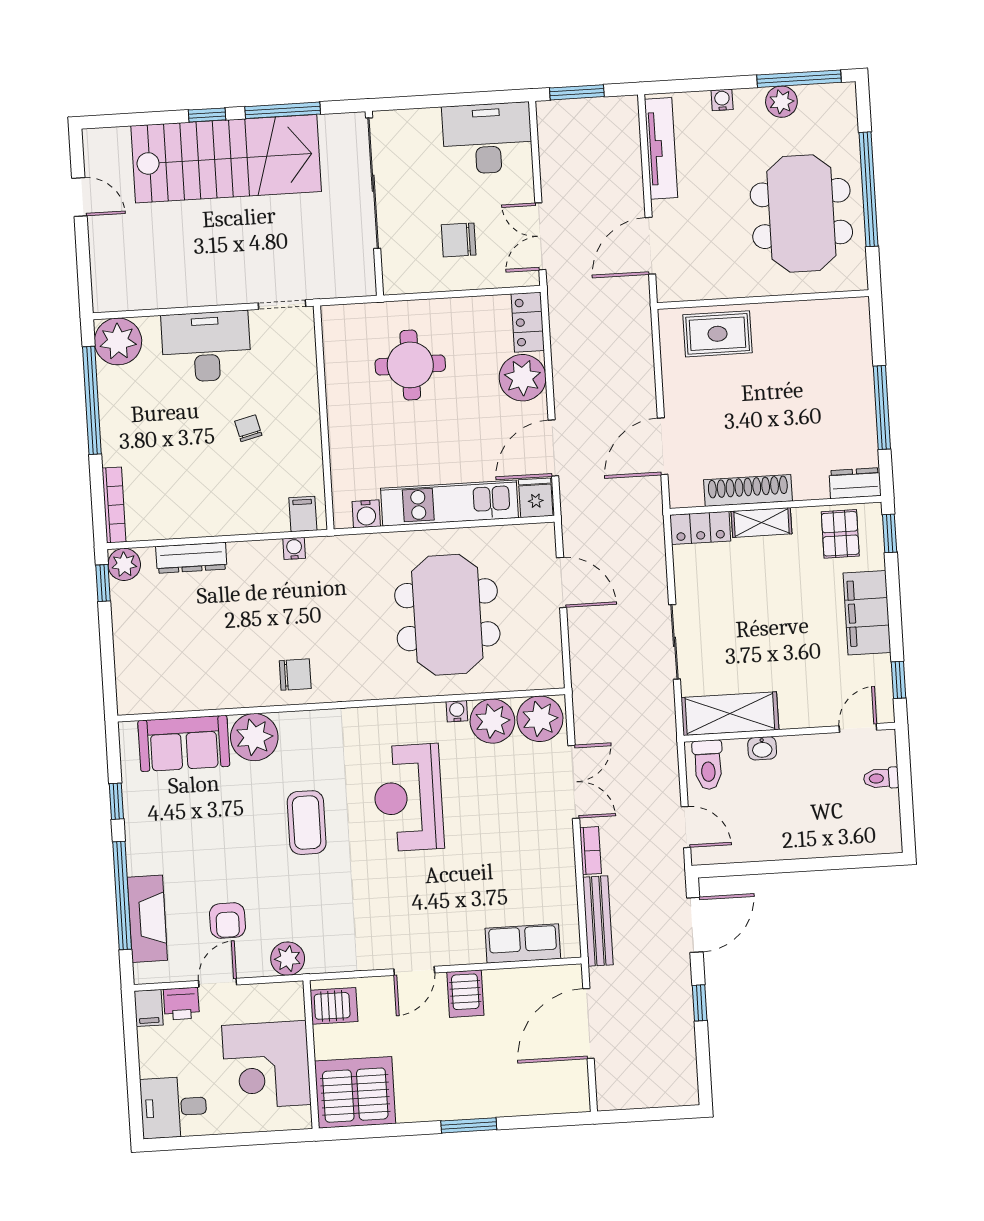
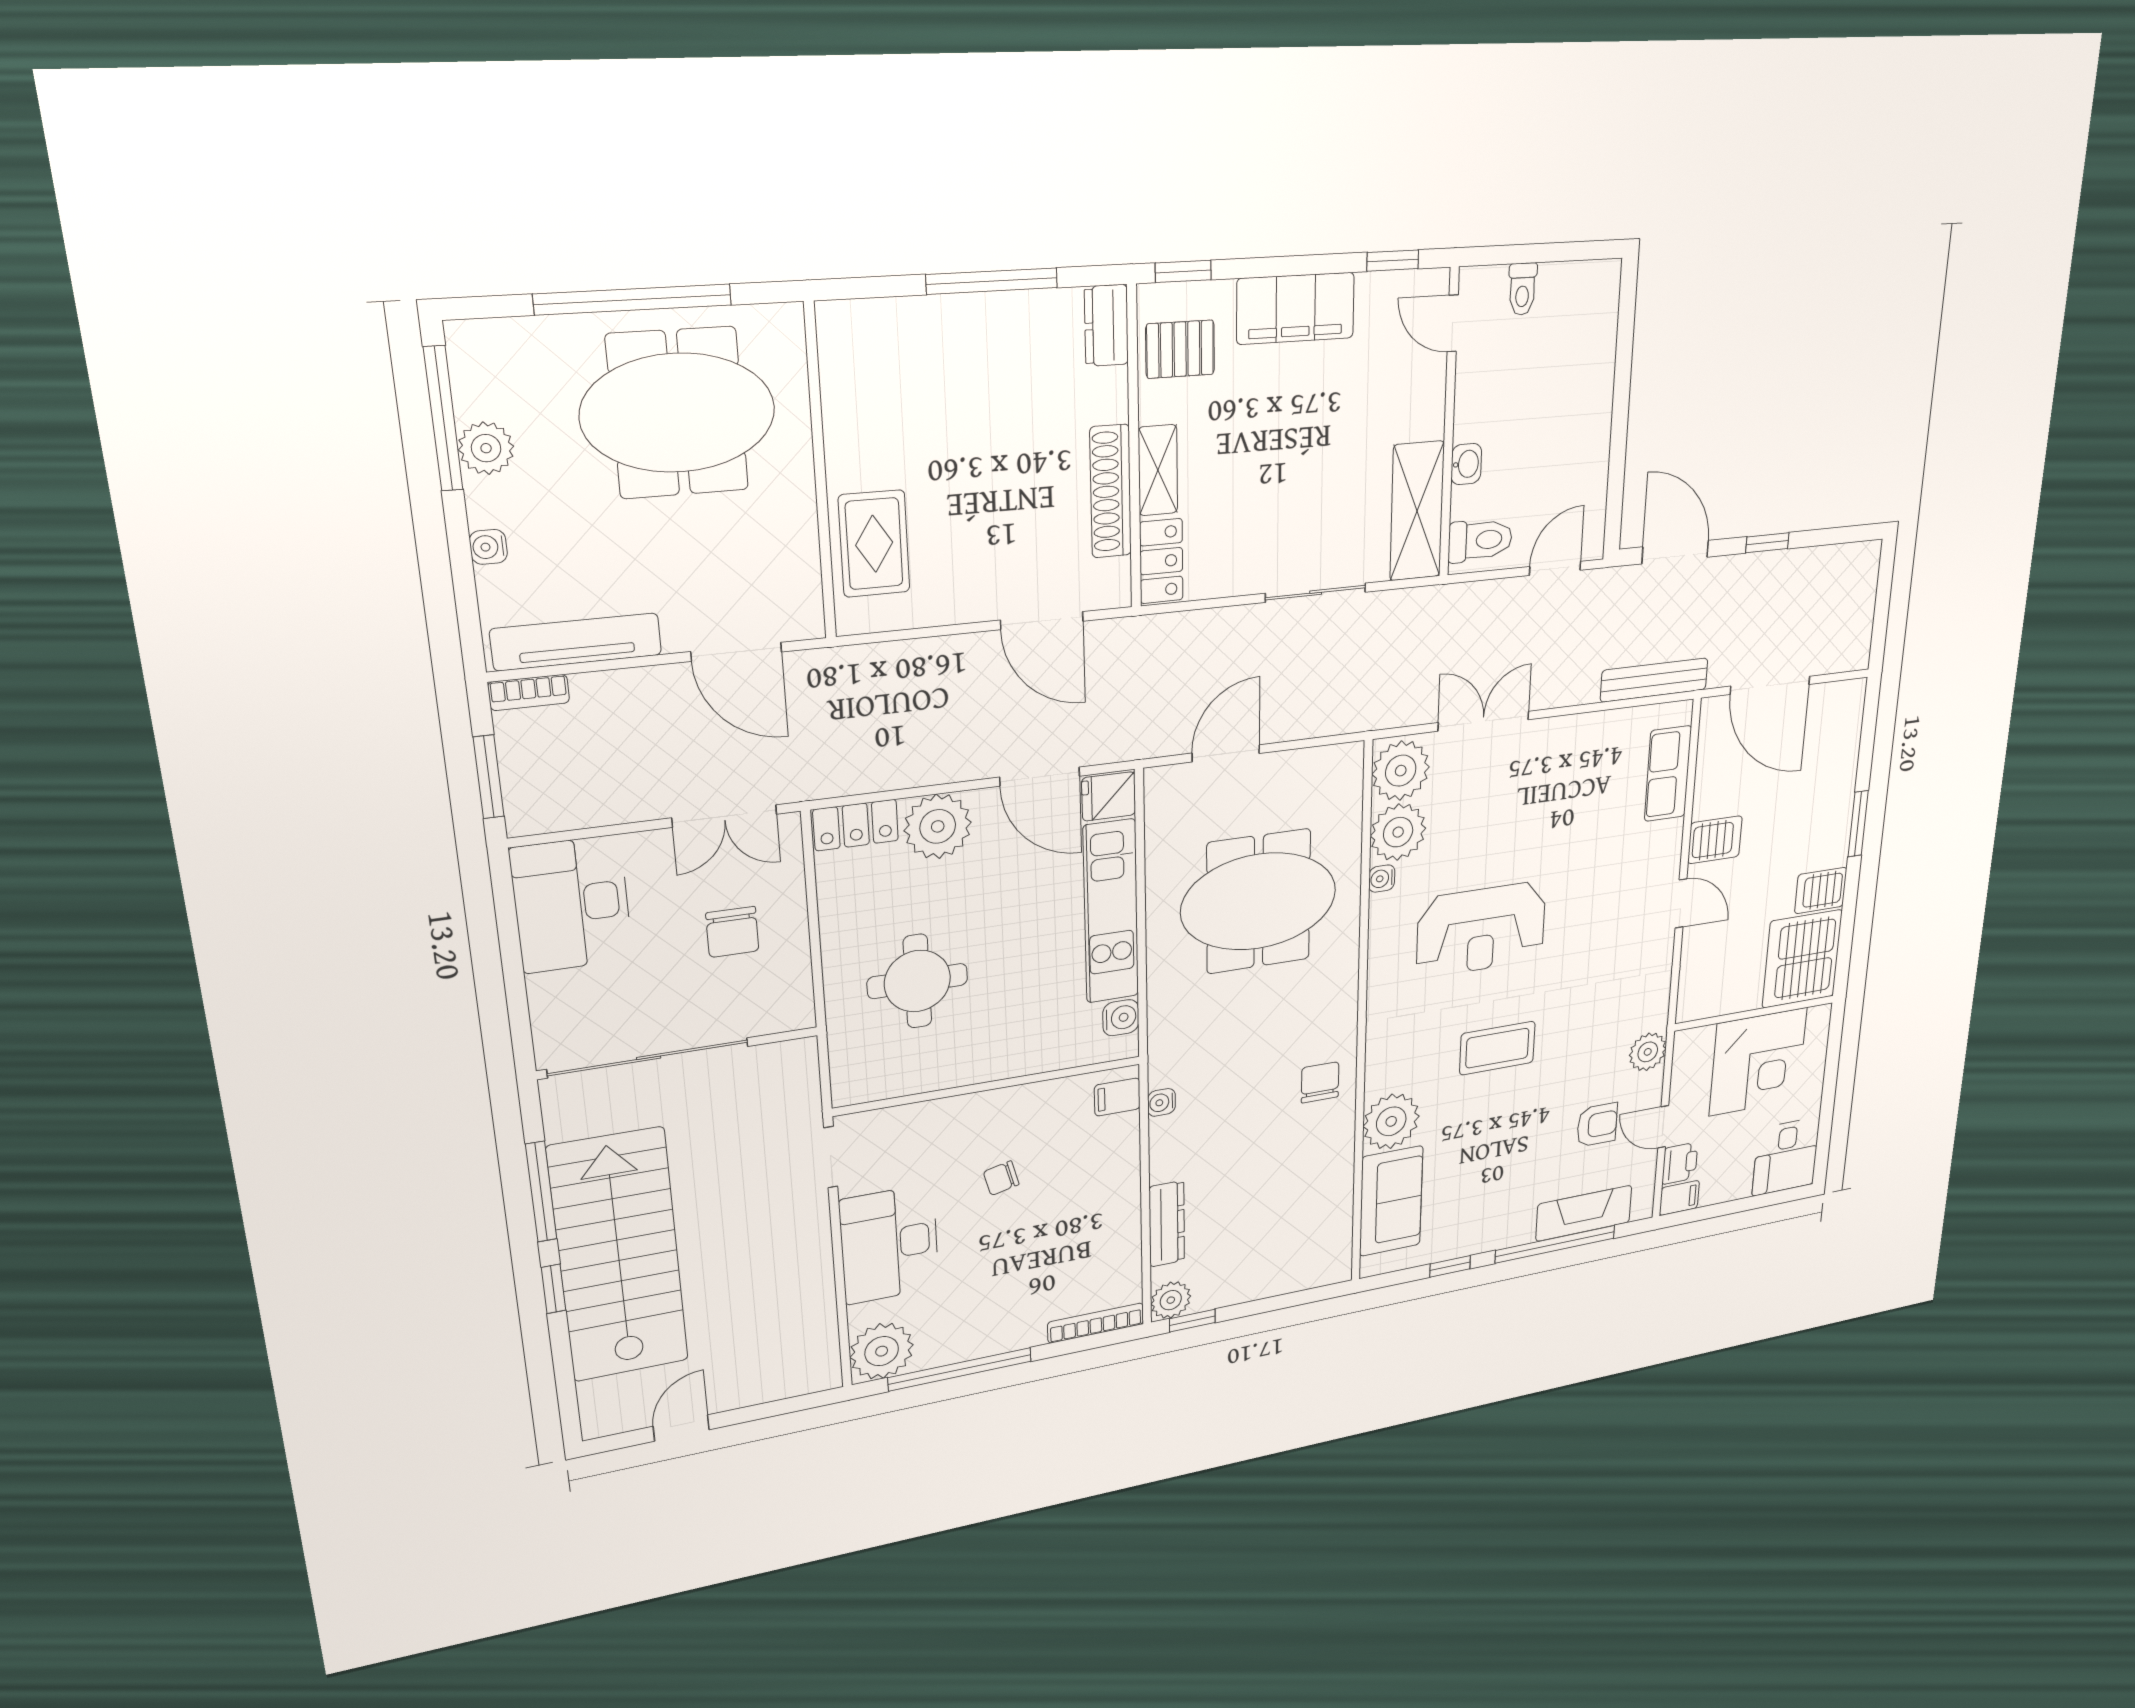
bookcase: (590, 851) -> (529, 692), moved, turned 180
server rack: (334, 1006) -> (1821, 890), moved, turned -90

